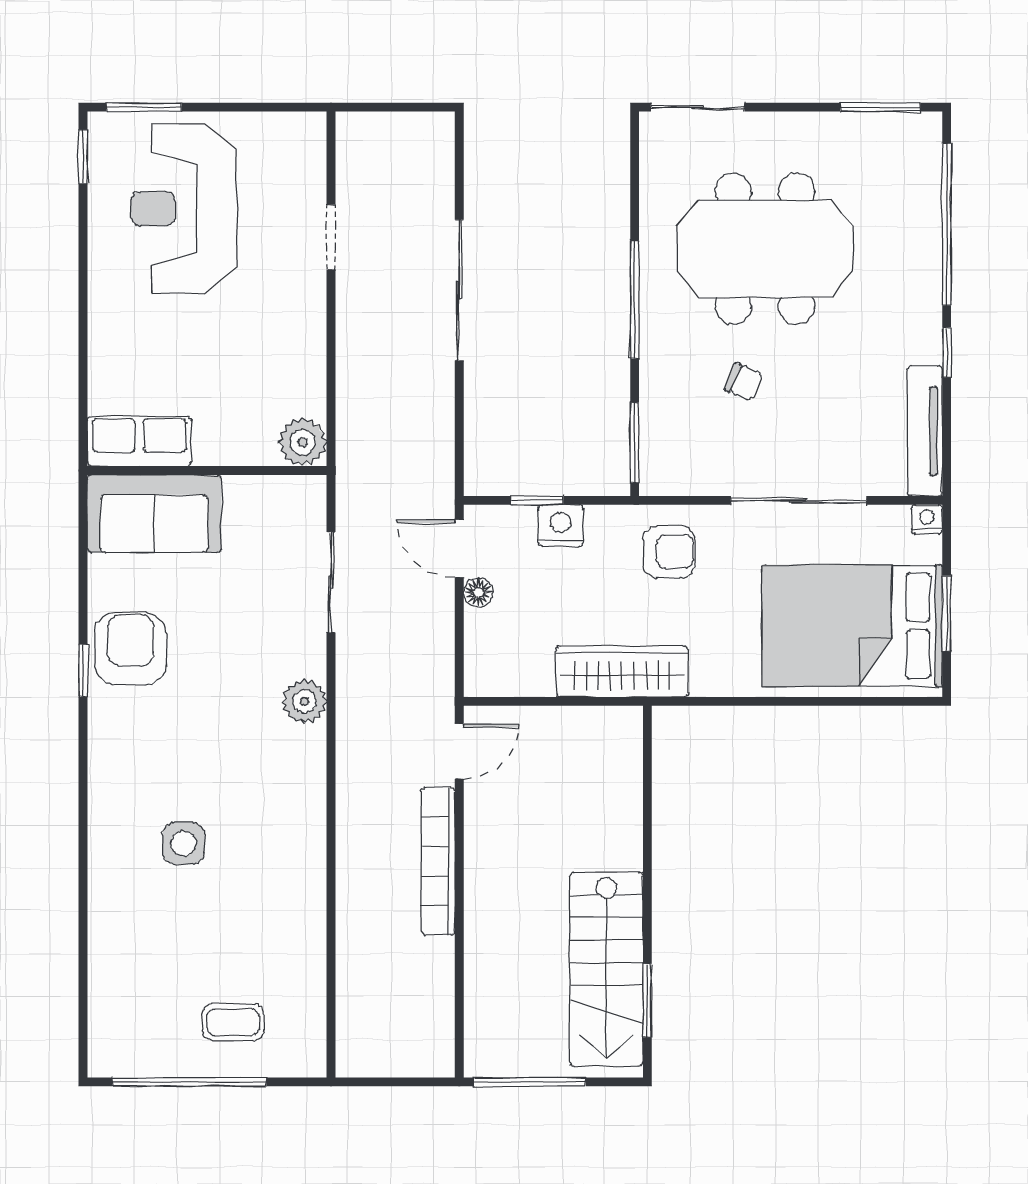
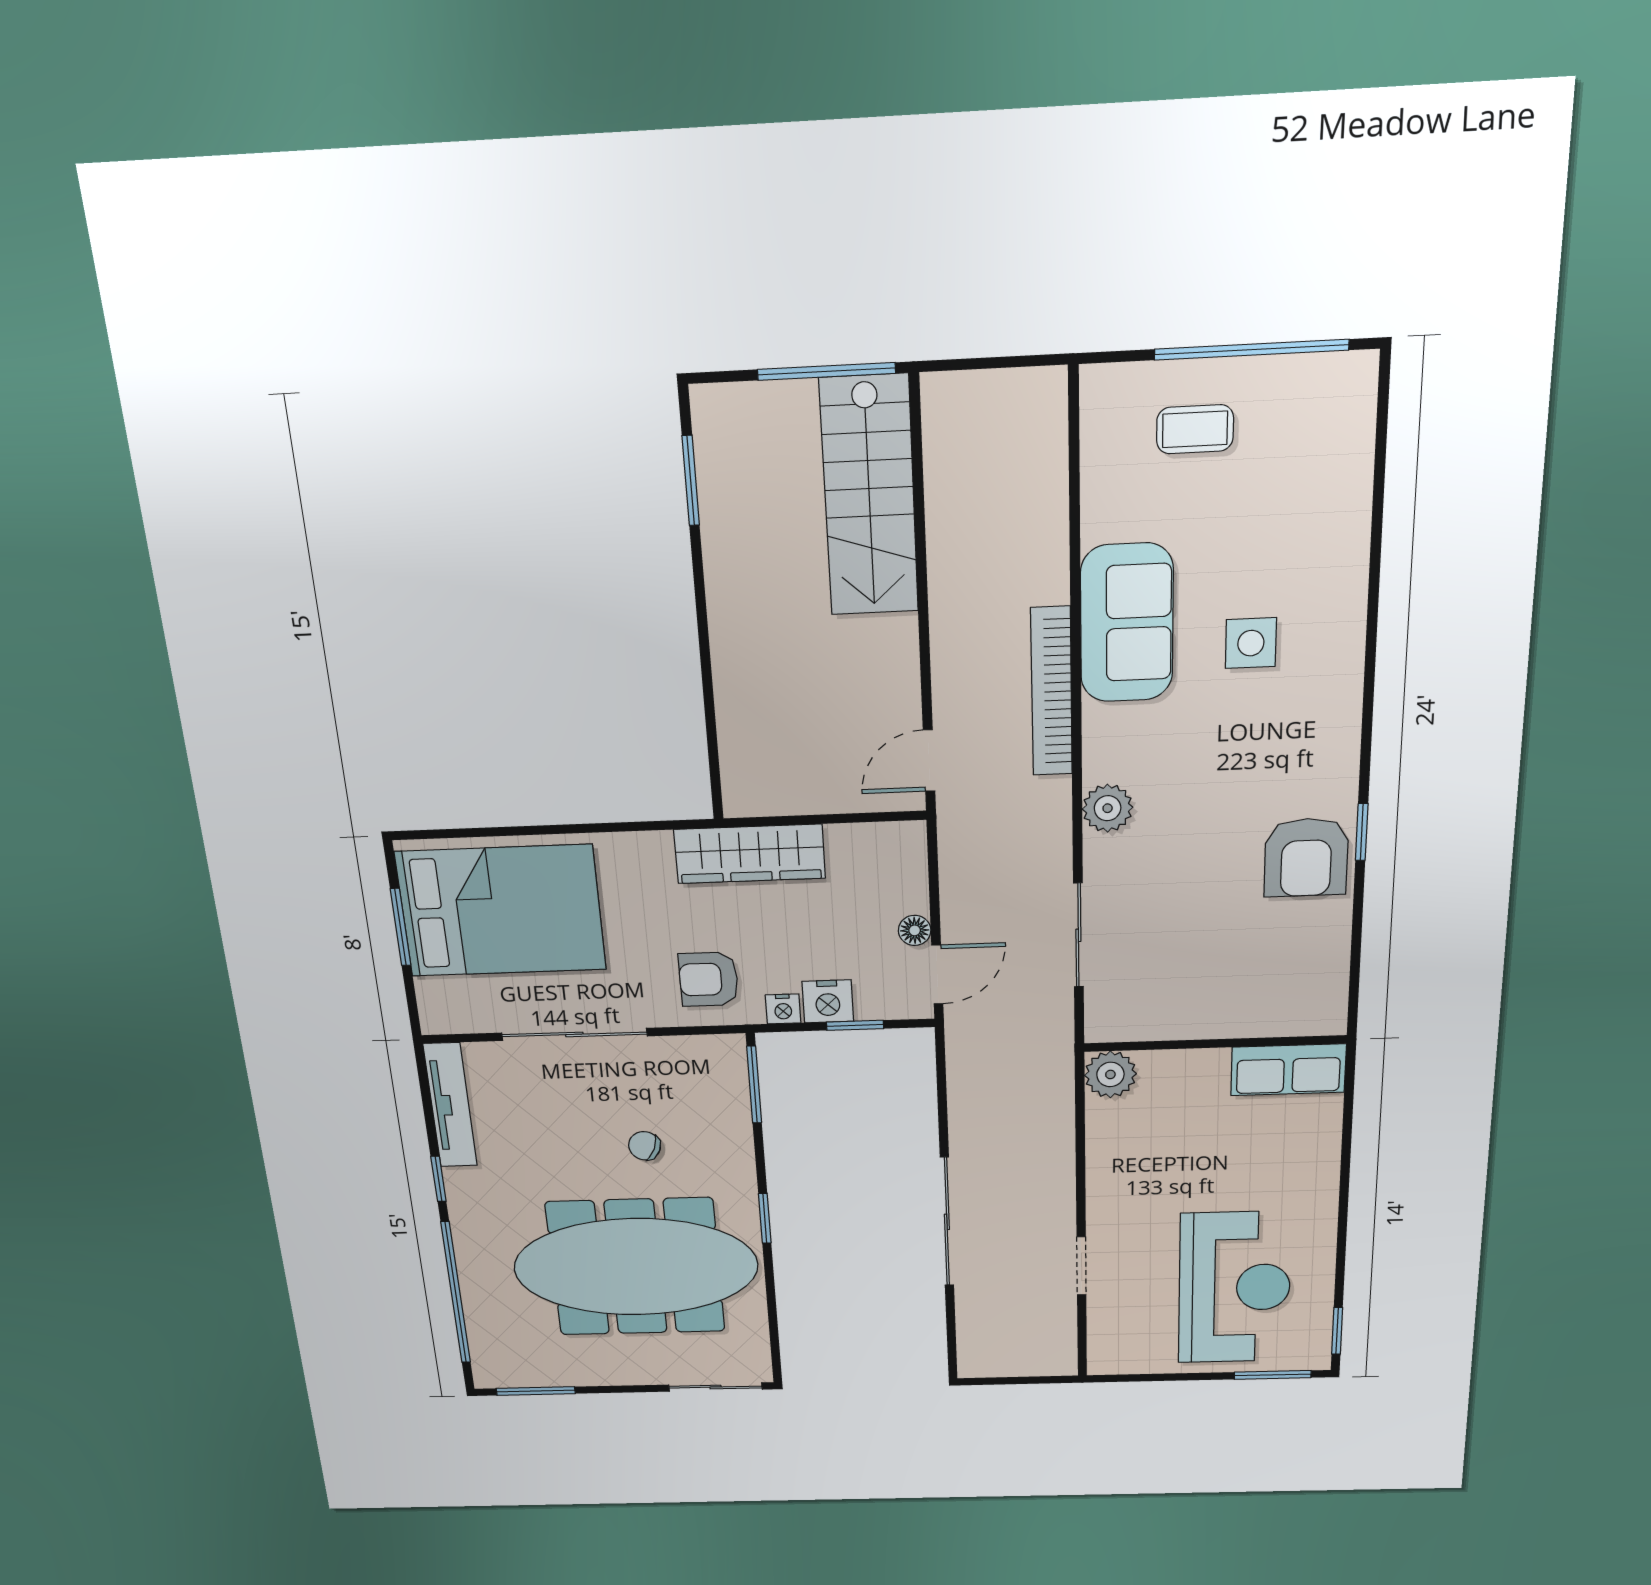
meeting table: (765, 249) -> (636, 1267), width x1.36
window: (635, 299) -> (765, 1218), width x0.46
sofa: (154, 514) -> (1127, 623), moved, turned 90
nightstand: (927, 519) -> (783, 1009), moved
door: (459, 549) -> (937, 975), hinge flipped
bookcase: (438, 861) -> (1052, 692), moved, turned 180
stairs: (606, 969) -> (869, 496), moved, turned 180

